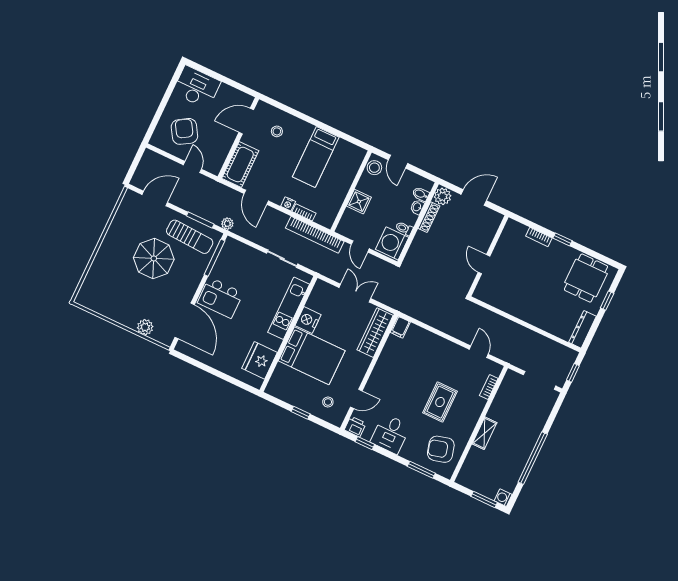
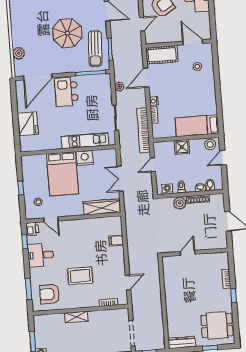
bed: (316, 157) -> (197, 126), moved
plant: (443, 196) -> (180, 203), moved
plant: (227, 224) -> (119, 87), moved
washing machine: (392, 243) -> (167, 189), width x0.53, depth x0.53
double door: (355, 293) -> (120, 179), swing flipped
filing cabinet: (400, 327) -> (116, 241), moved
fridge: (260, 360) -> (28, 124), moved, turned 90
armchair: (441, 449) -> (49, 294), turned -75

